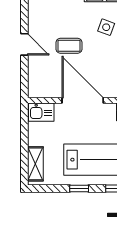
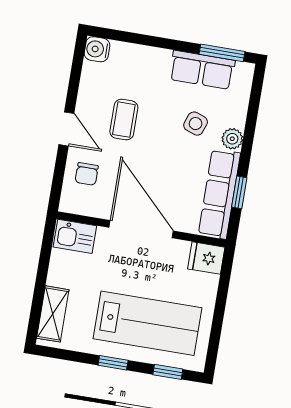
coffee table: (69, 46) -> (124, 120), moved, turned 90
chair: (42, 71) -> (87, 174), added

